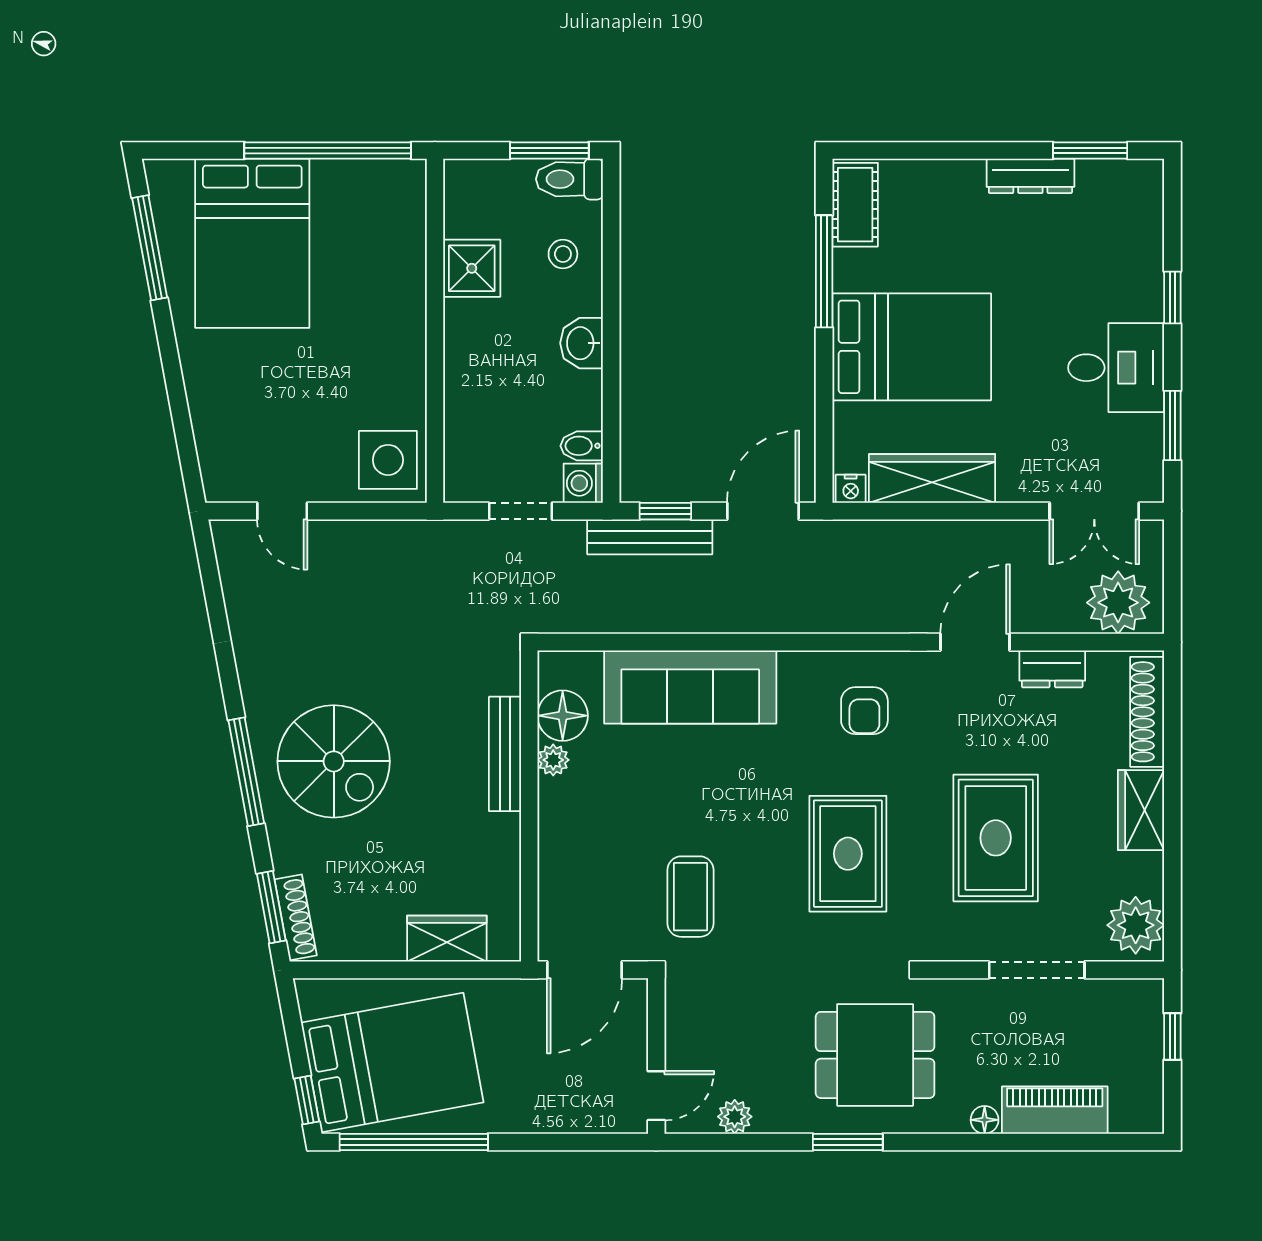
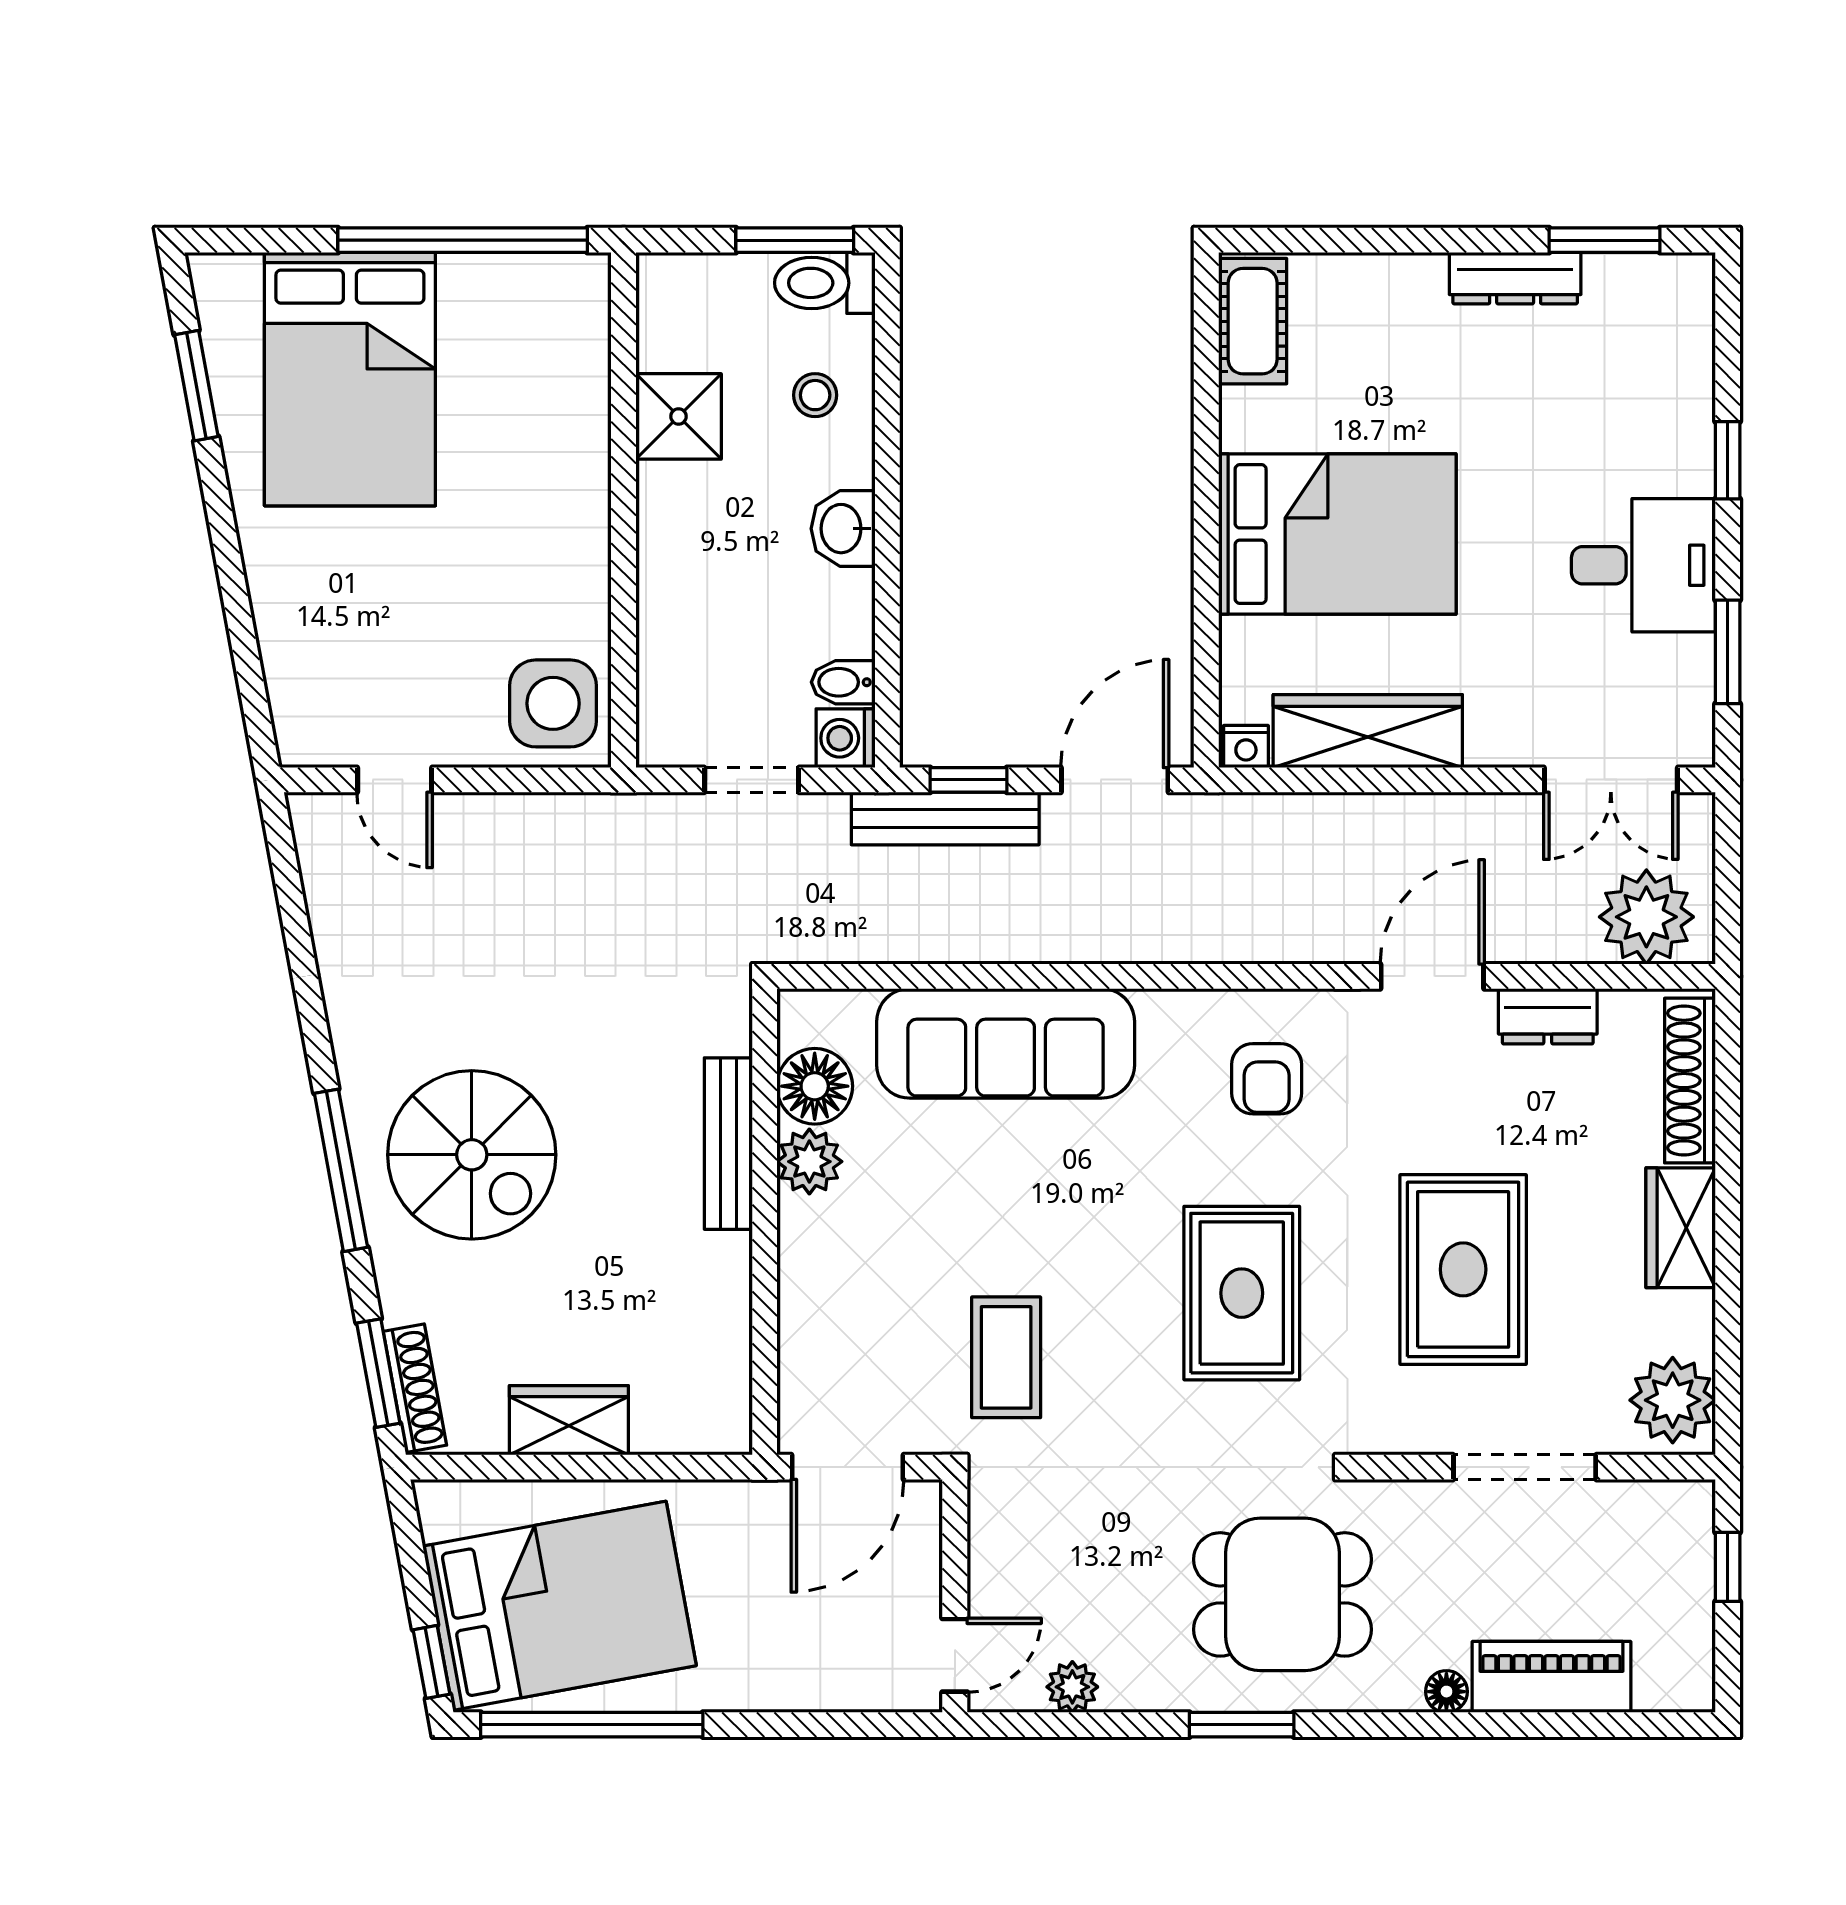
window: (150, 248) -> (196, 386), width x0.69
window: (824, 271) -> (1206, 421), removed
plant: (553, 760) -> (809, 1162), width x1.38, depth x1.38
wardrobe: (447, 939) -> (569, 1420), moved

